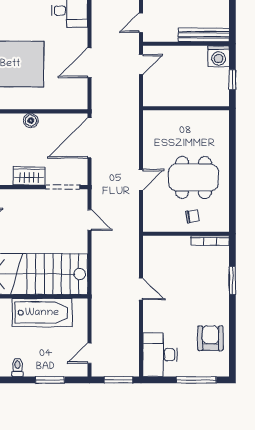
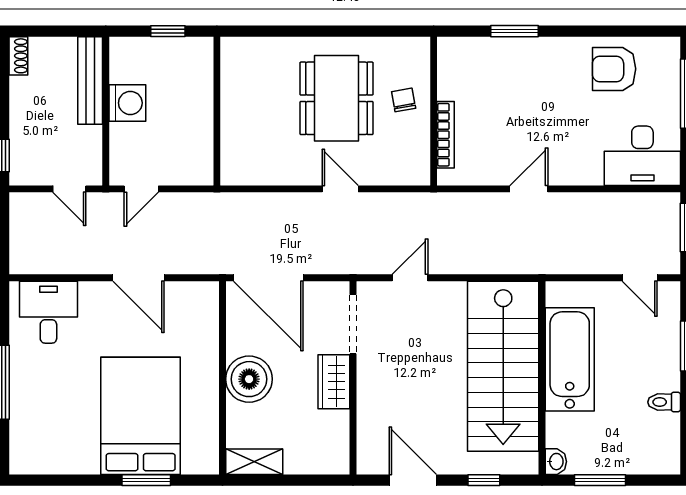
washing machine: (219, 56) -> (127, 103), moved
door: (141, 64) -> (141, 189), swing flipped
boiler: (31, 121) -> (249, 379), width x1.86, depth x1.86
bookcase: (210, 241) -> (445, 135), moved

